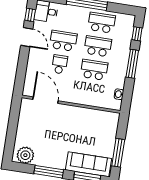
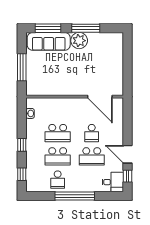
school desk: (102, 23) -> (58, 180), width x0.54
window: (132, 64) -> (22, 145), width x0.46
window: (118, 153) -> (22, 67), moved
plant: (25, 155) -> (79, 41), moved

